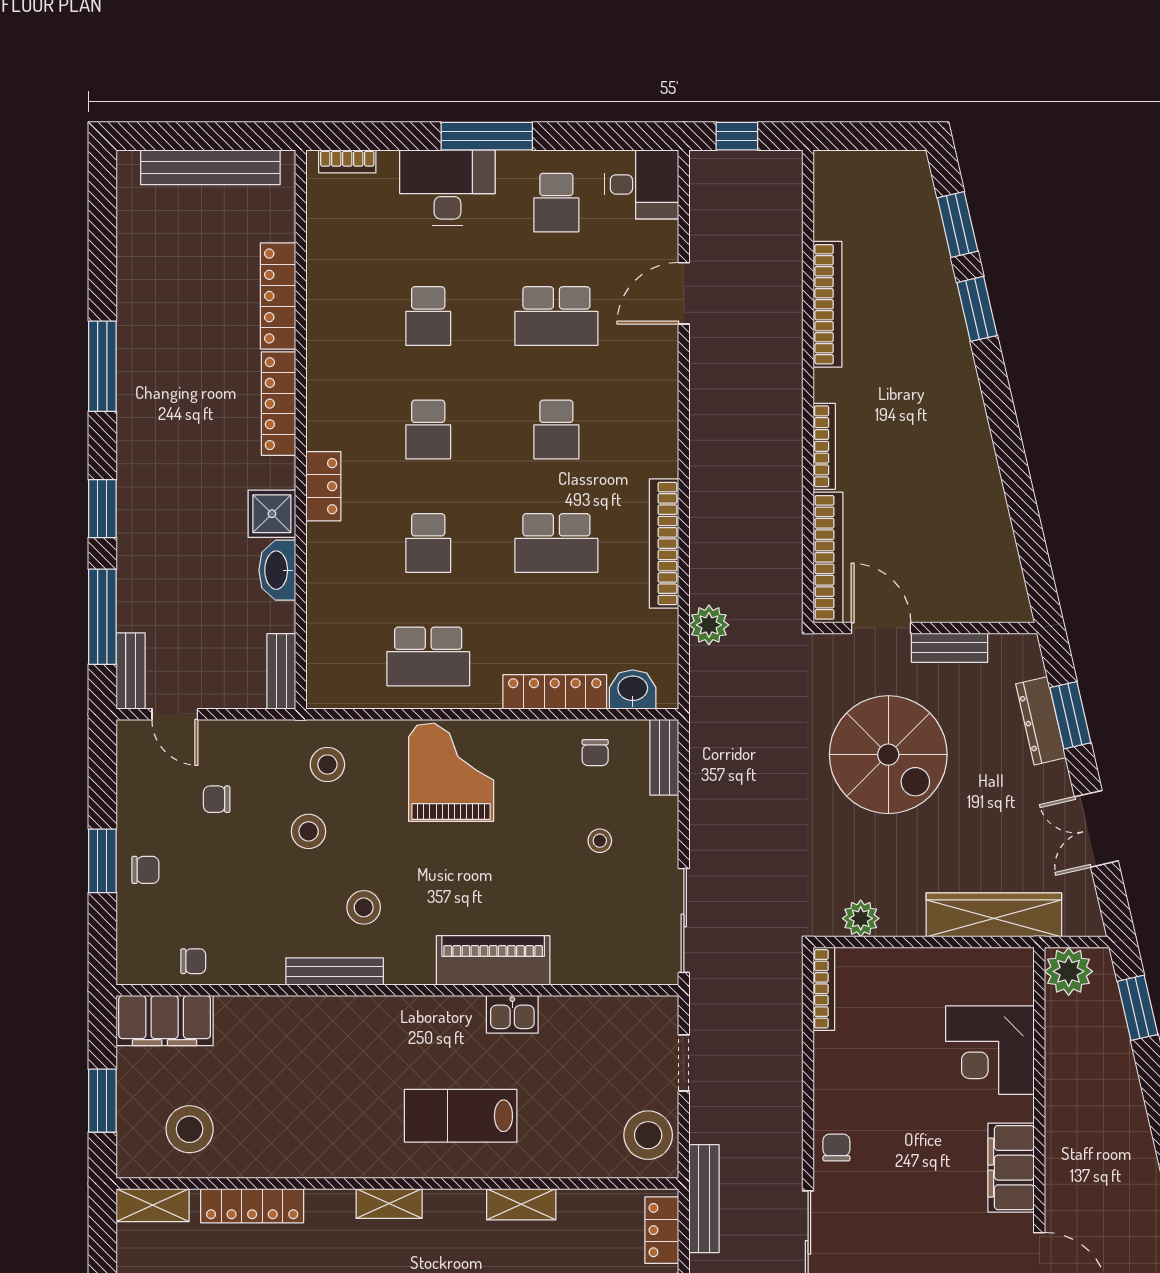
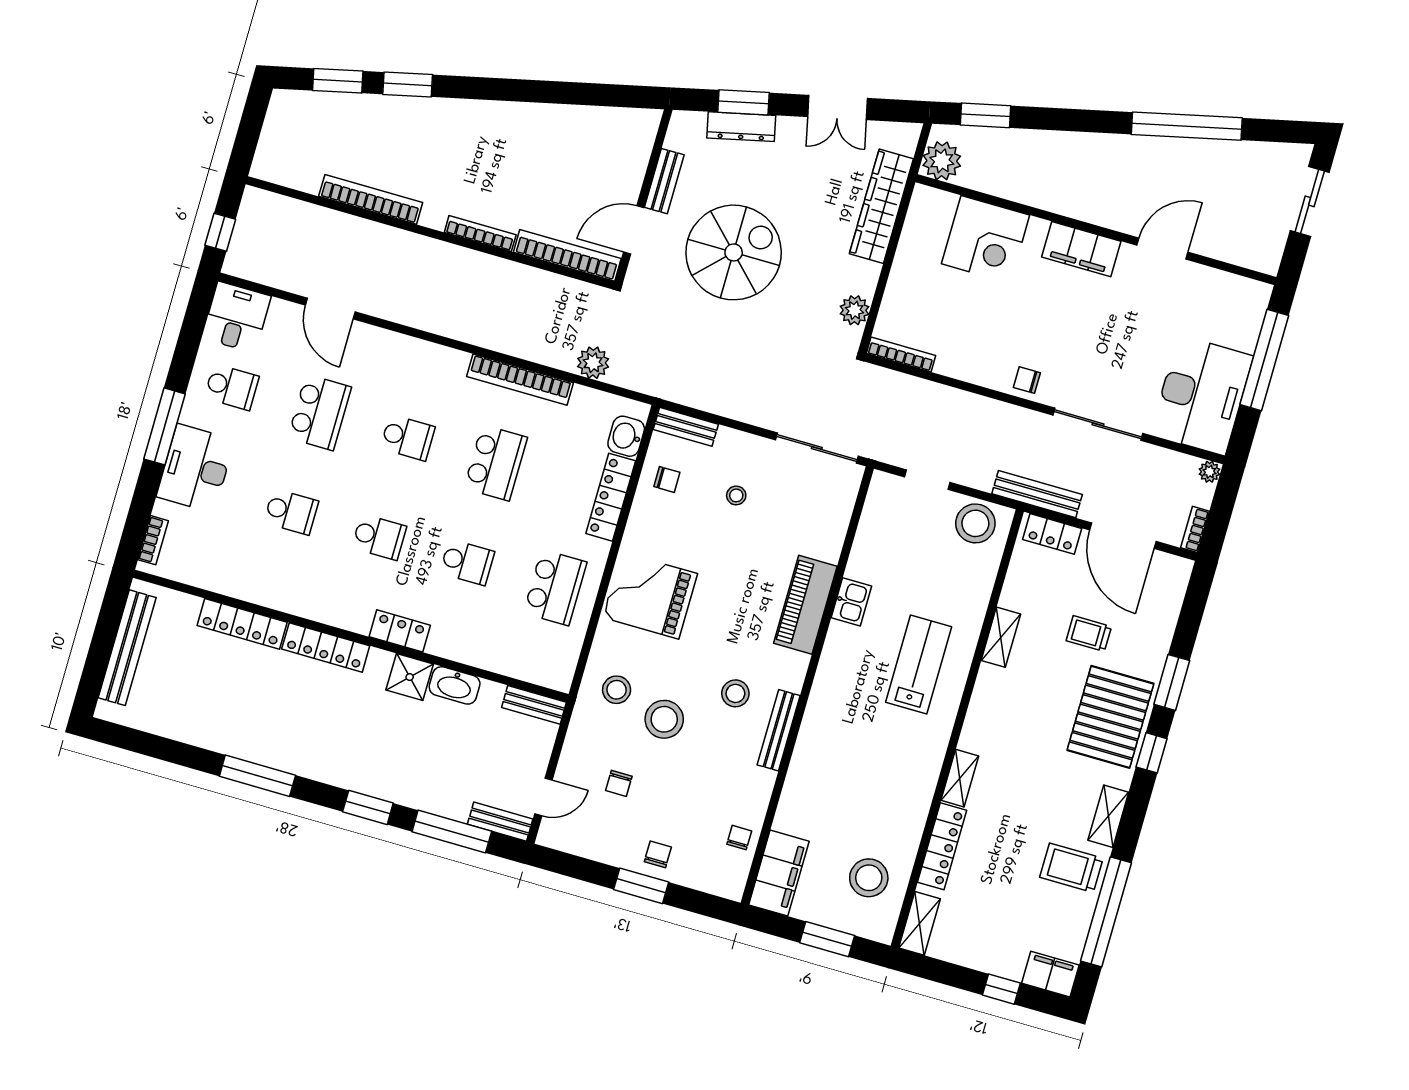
stool: (309, 831) -> (664, 719), width x1.38, depth x1.38
lab bench: (461, 1116) -> (919, 665), turned 180
shelving: (389, 1204) -> (960, 778), moved

